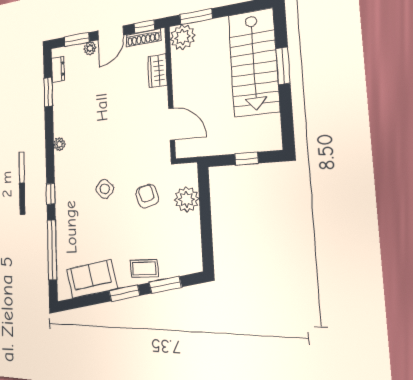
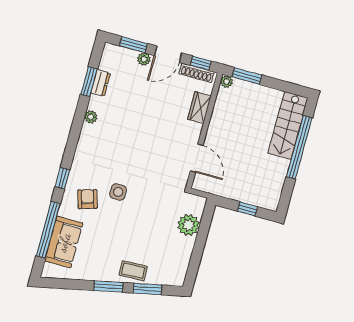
plant: (183, 37) -> (227, 82), width x0.53, depth x0.53
stairs: (254, 63) -> (288, 125), width x0.73, depth x0.66
window: (283, 66) -> (299, 147), width x2.11
dresser: (58, 69) -> (101, 83), moved
plant: (59, 144) -> (91, 117), moved
side table: (105, 189) -> (118, 192), turned 45
armchair: (147, 196) -> (88, 199), moved
sofa: (92, 279) -> (64, 242), moved, turned 102

